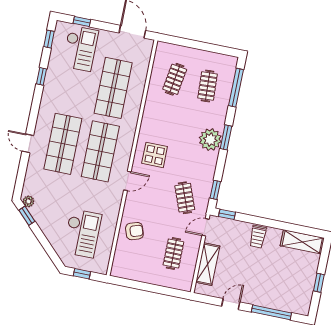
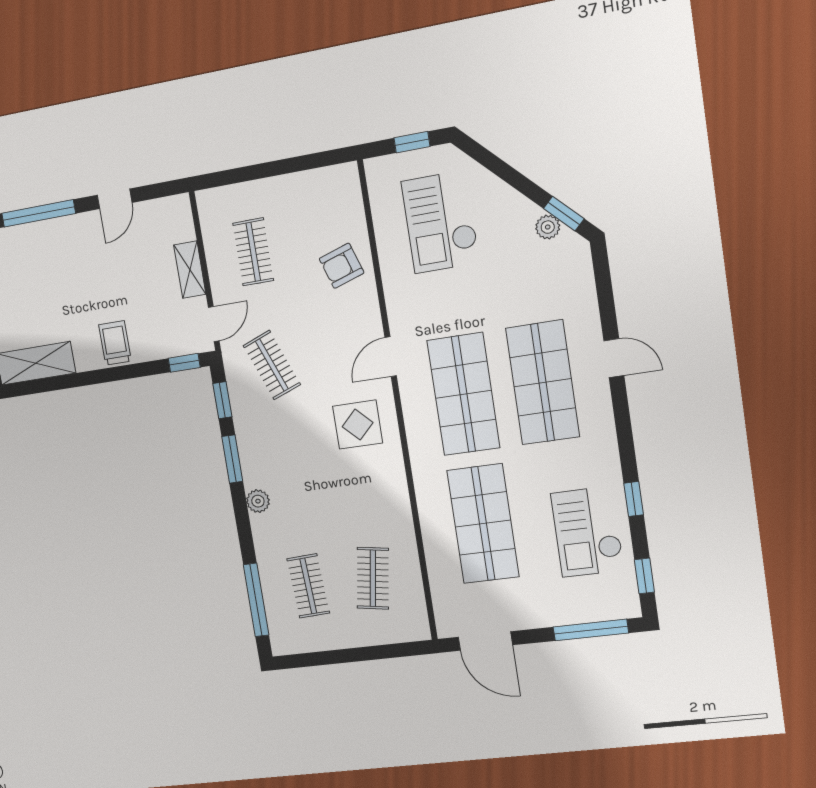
window: (82, 21) -> (591, 630), width x2.17
checkout: (80, 48) -> (587, 532), moved
window: (226, 137) -> (232, 459), moved
plant: (210, 140) -> (258, 501), width x0.53, depth x0.53
plant: (28, 201) -> (548, 227), moved
shelving: (208, 264) -> (190, 270), width x0.67, depth x0.75

